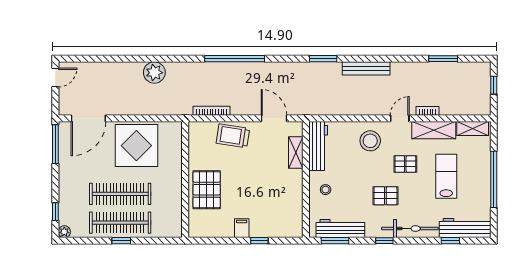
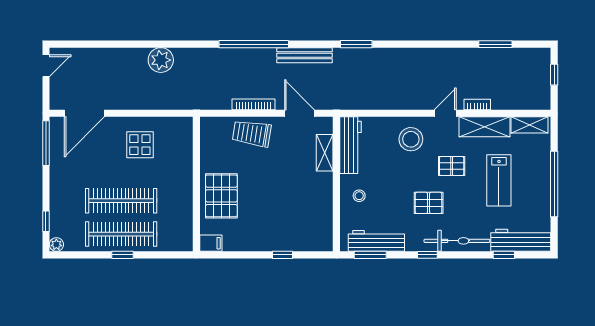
bench: (366, 68) -> (304, 55), moved
bookcase: (212, 111) -> (253, 104), moved
display table: (136, 146) -> (140, 145), width x0.54, depth x0.54
lab bench: (446, 176) -> (499, 180), turned 180
filing cabinet: (242, 228) -> (211, 243), moved, turned 90

